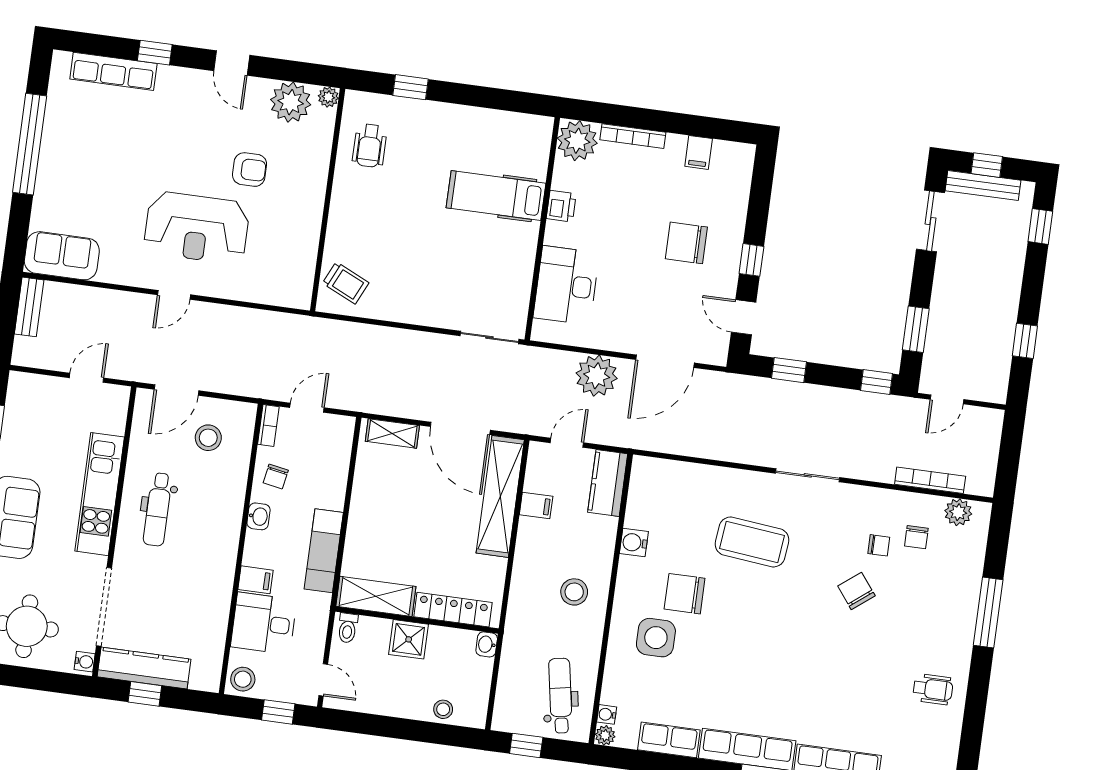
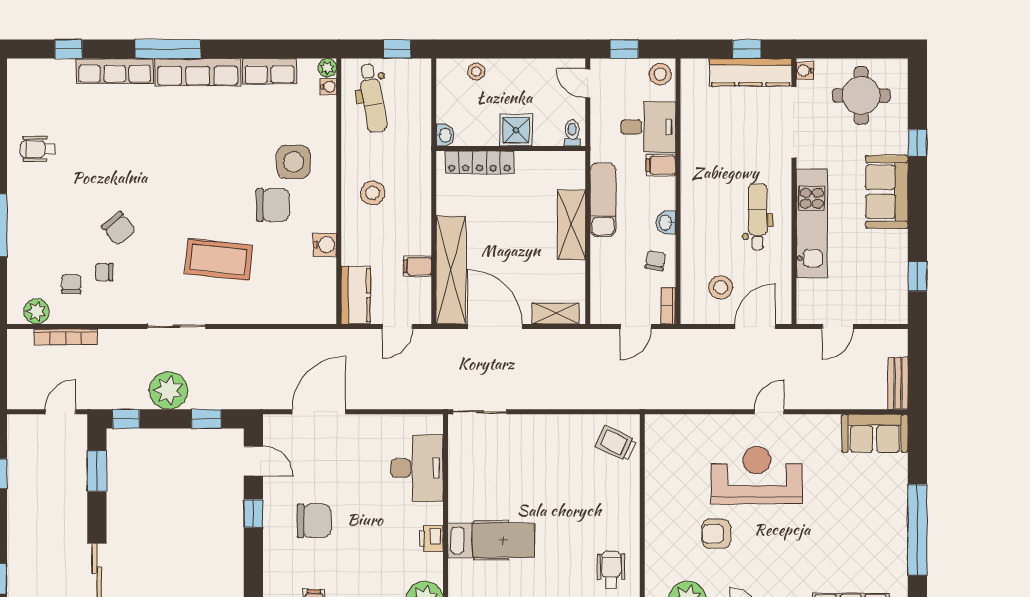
plant: (597, 376) -> (169, 390), moved
shelving: (376, 596) -> (571, 225), moved, turned 90

